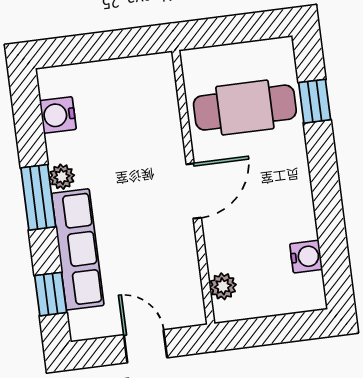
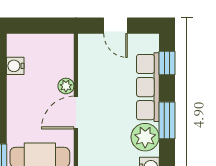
plant: (62, 177) -> (145, 137), width x1.88, depth x1.88
plant: (223, 286) -> (66, 86), moved

